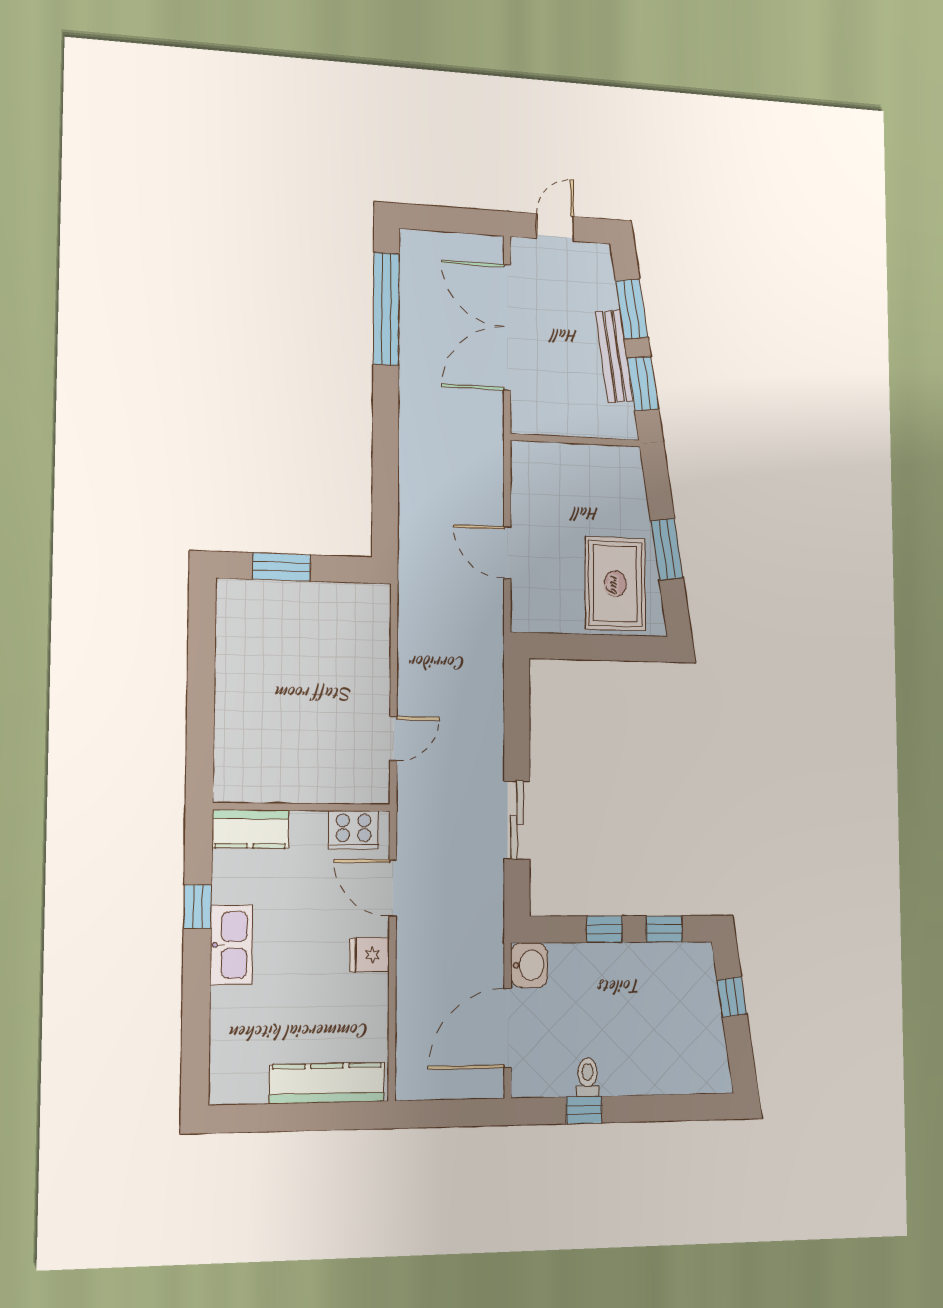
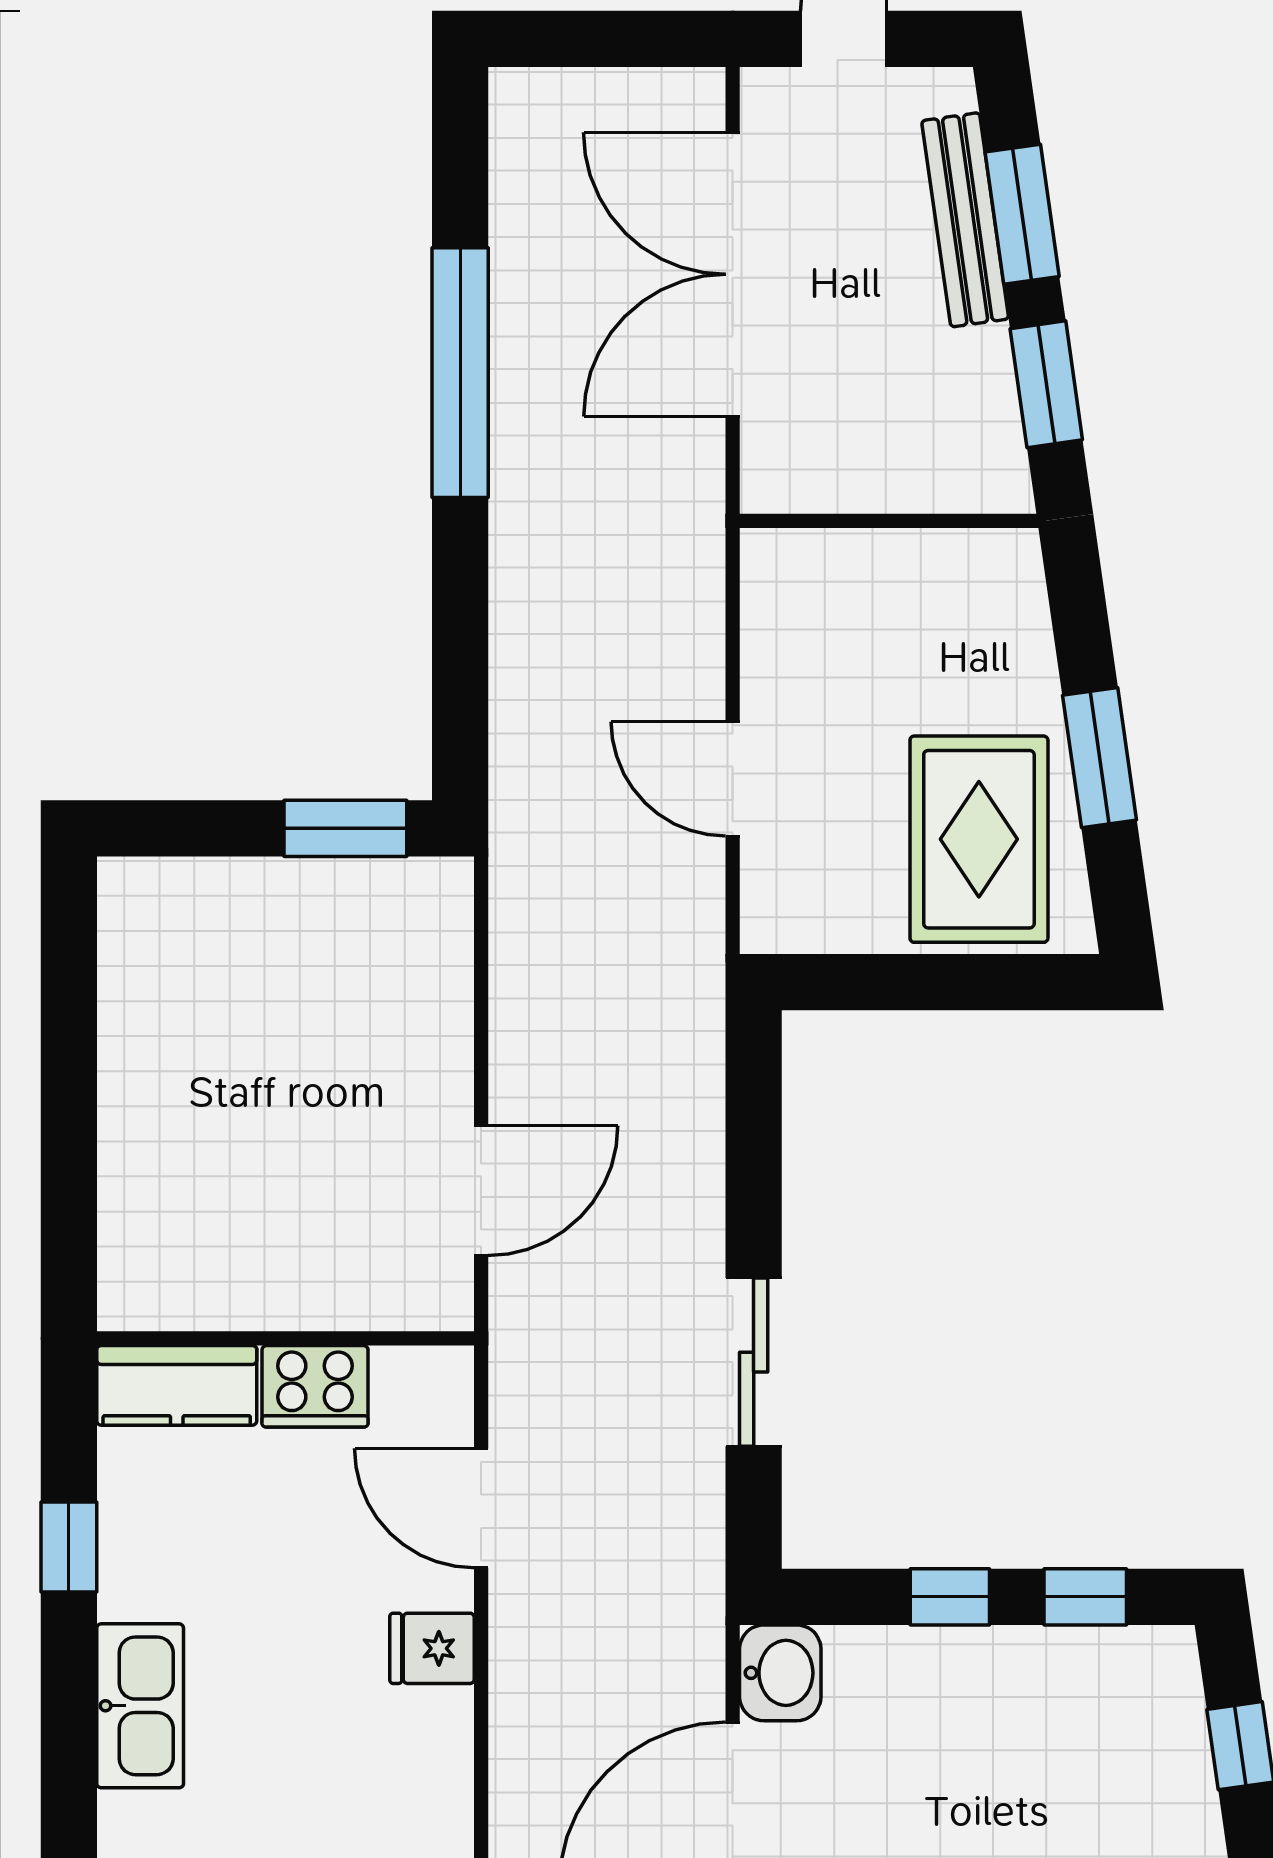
window: (386, 309) -> (460, 373), moved
bench: (614, 356) -> (965, 220), moved
window: (281, 567) -> (345, 828), moved
door: (393, 739) -> (481, 1191), width x1.38
cooker: (354, 830) -> (315, 1386), moved
kitchen sink: (231, 945) -> (140, 1706), moved

